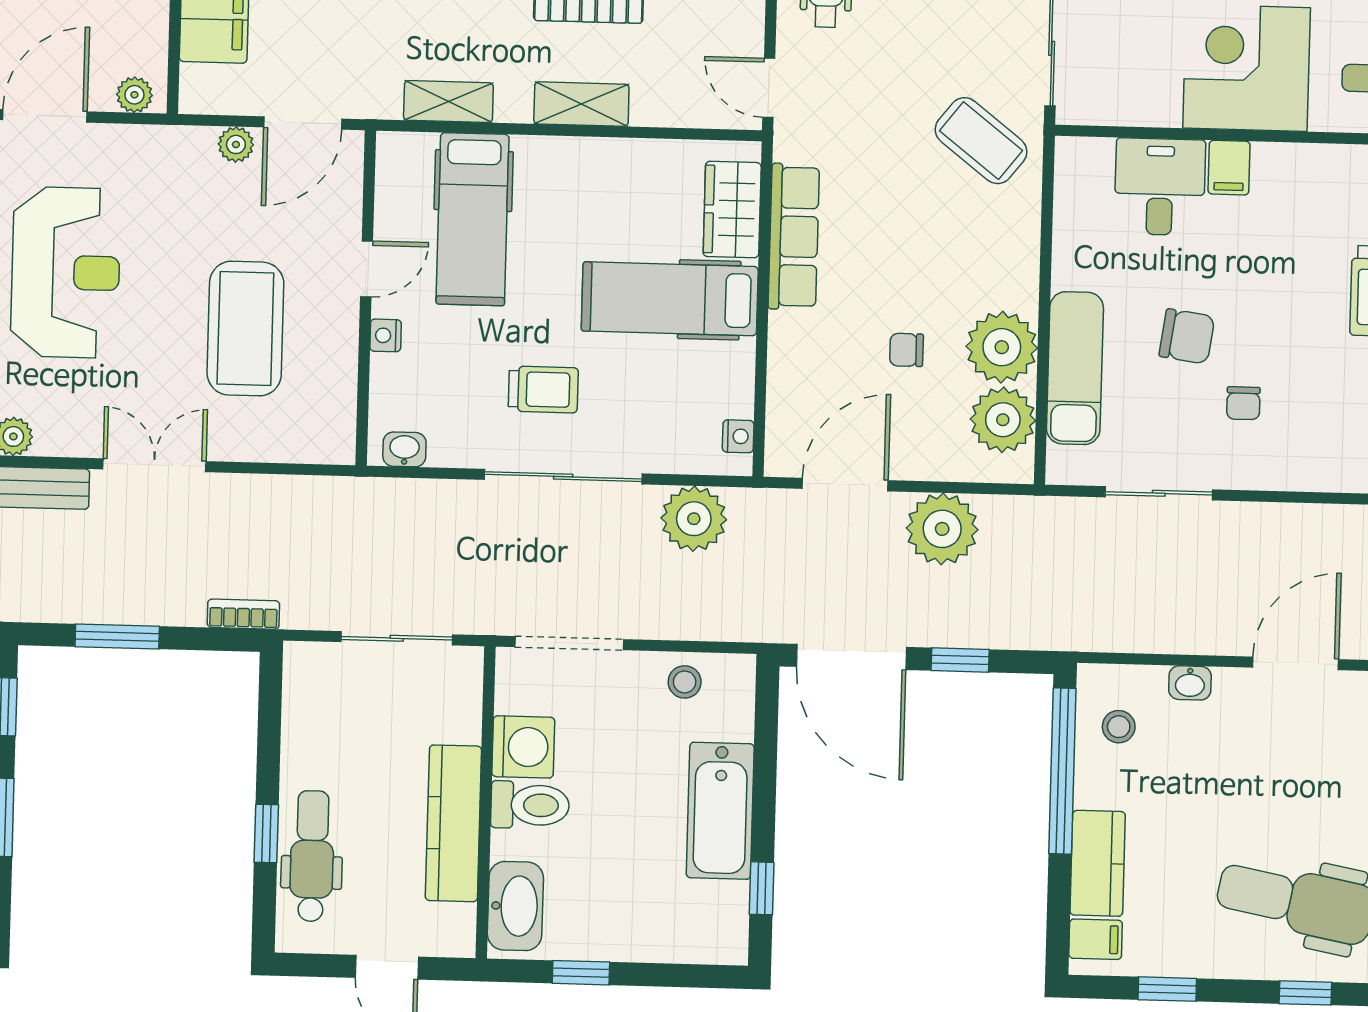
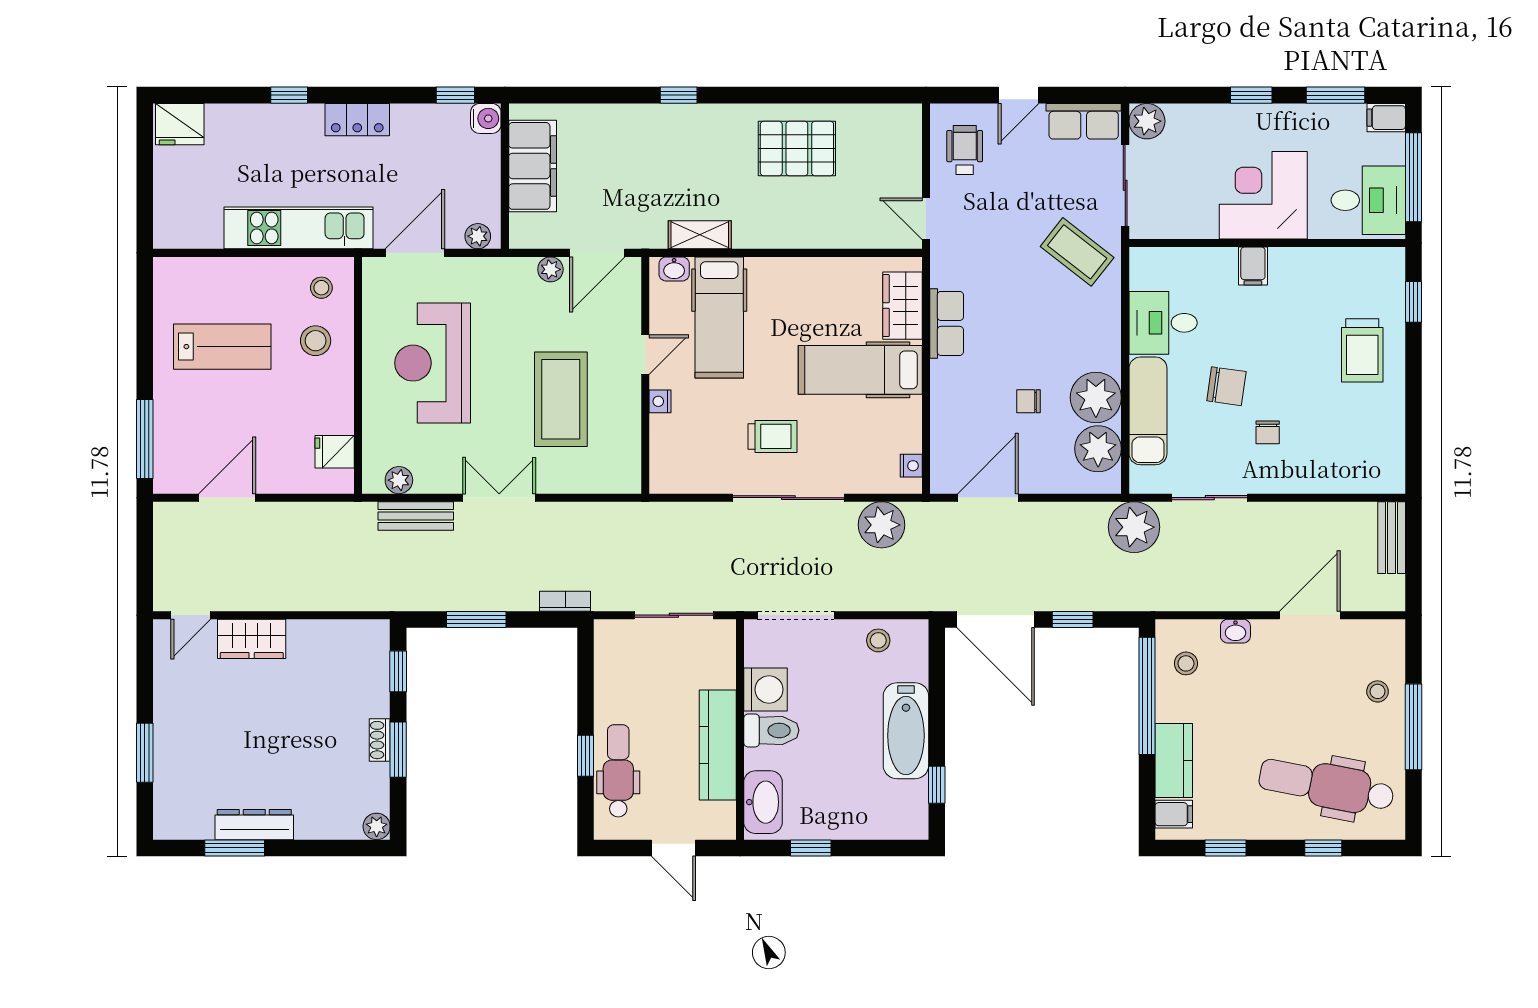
shelving: (581, 104) -> (794, 234), removed
desk: (1160, 187) -> (1163, 323), moved, turned -90
row of seats: (794, 237) -> (947, 323), width x0.68
reception desk: (66, 272) -> (433, 363), turned 180
washbasin: (404, 449) -> (674, 269), moved, turned 180
plant: (942, 529) -> (1134, 527), moved

